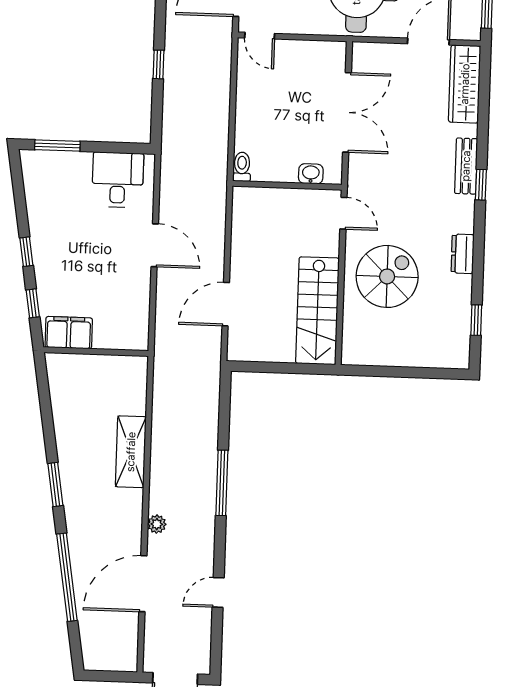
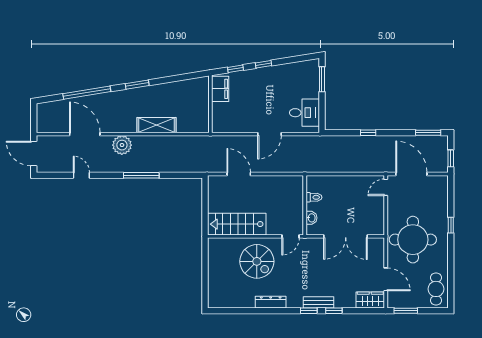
wardrobe: (465, 84) -> (370, 300), width x0.67
toilet: (242, 167) -> (314, 197), moved
dresser: (463, 254) -> (271, 302), width x1.44
window: (476, 320) -> (334, 311), moved
plant: (157, 524) -> (122, 145), width x1.88, depth x1.88

